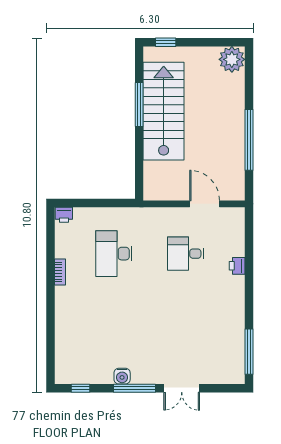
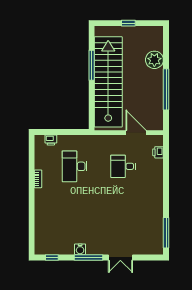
window: (166, 42) -> (128, 23), moved
plant: (232, 59) -> (154, 60), moved
stairs: (164, 111) -> (108, 82), width x1.36
printer: (64, 215) -> (51, 140), moved
printer: (237, 266) -> (158, 152), moved

